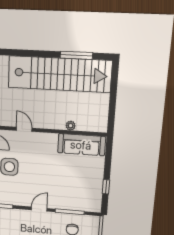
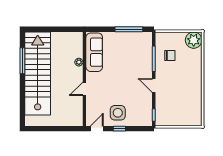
door: (24, 129) -> (84, 89), moved
window: (106, 187) -> (129, 29), width x2.17

